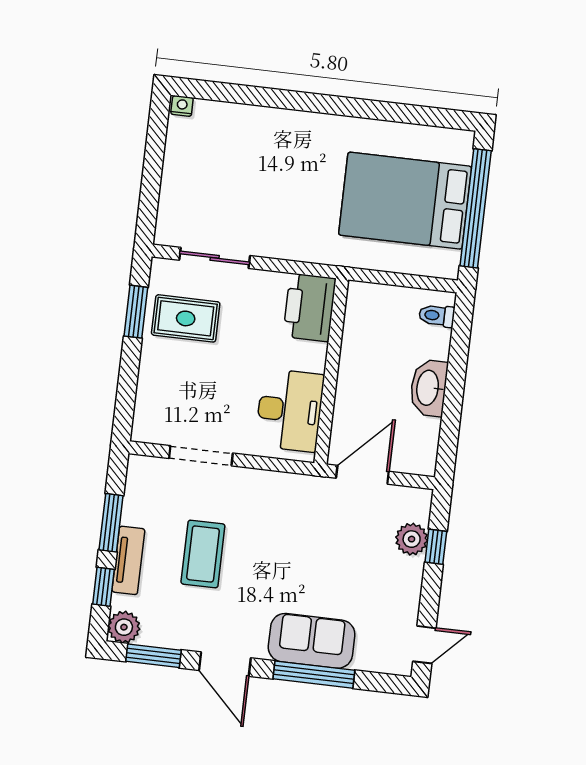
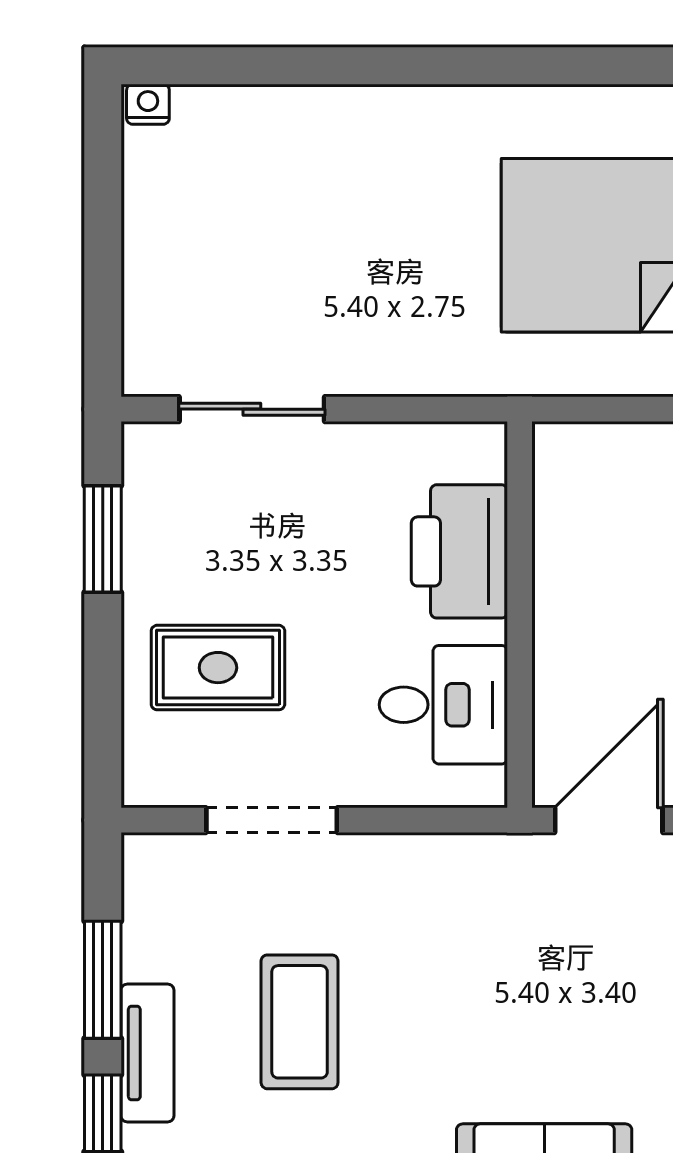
printer: (310, 307) -> (459, 551), moved
rug: (186, 318) -> (218, 668), moved
desk: (290, 410) -> (443, 705), width x0.73

